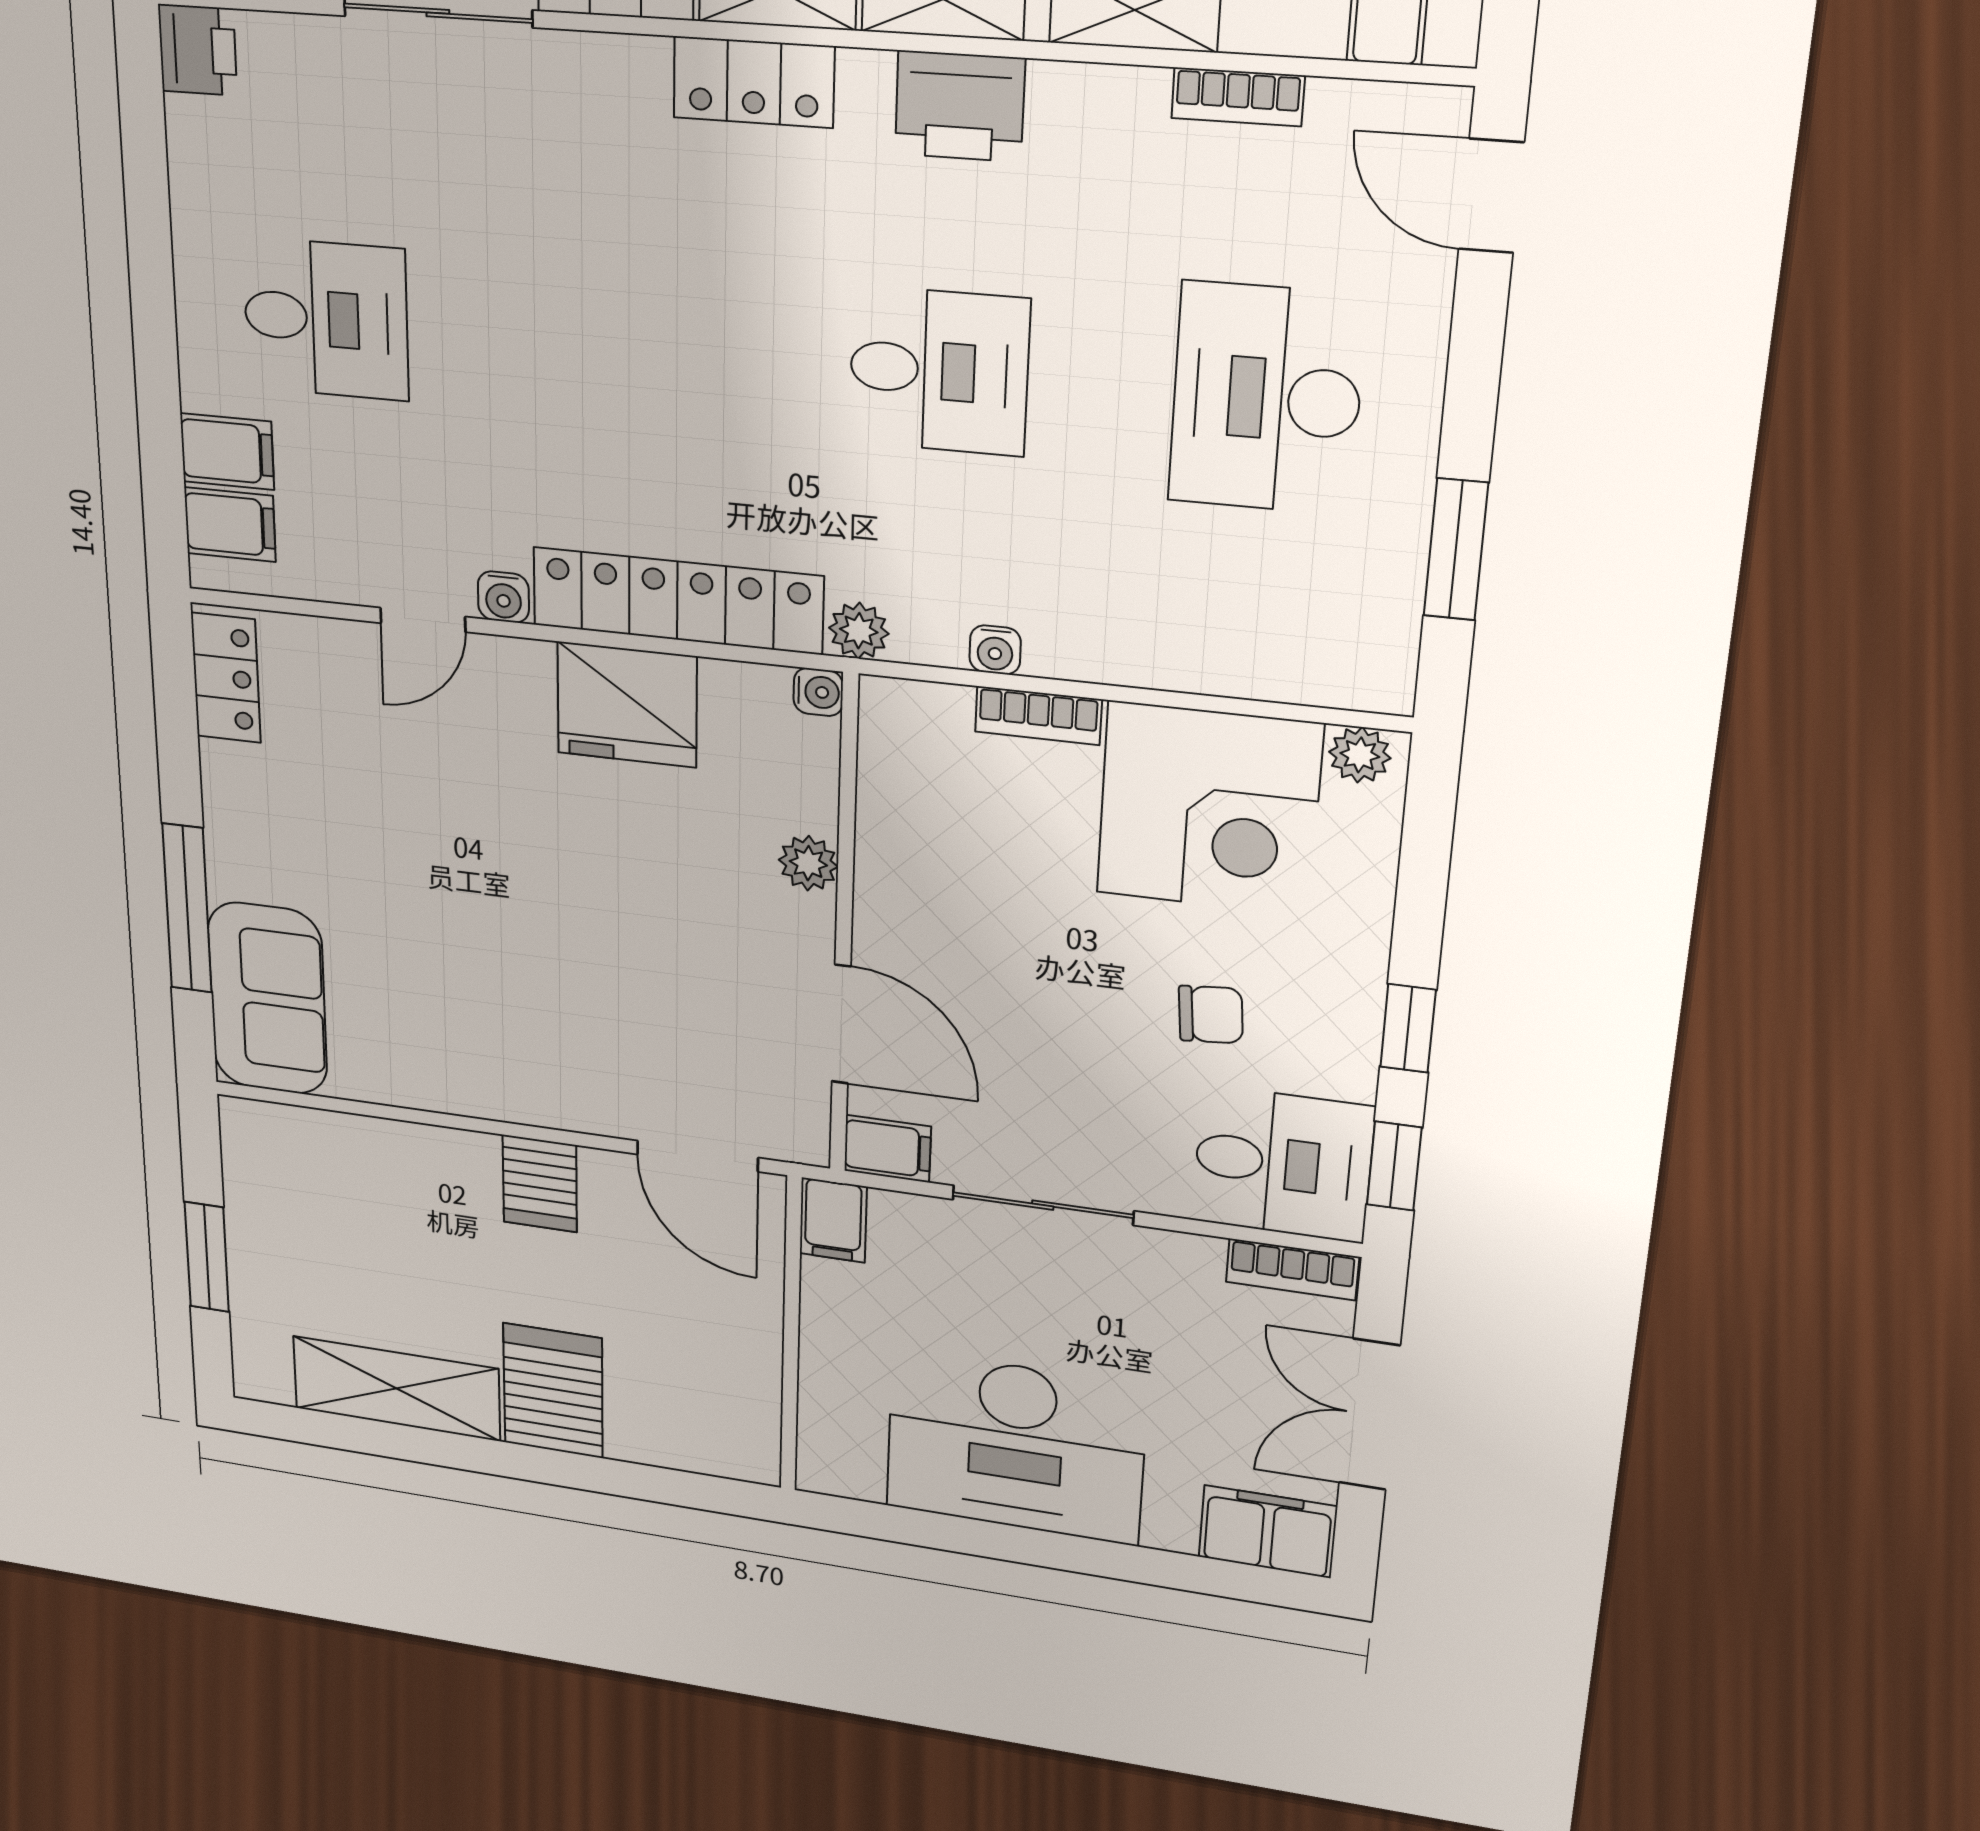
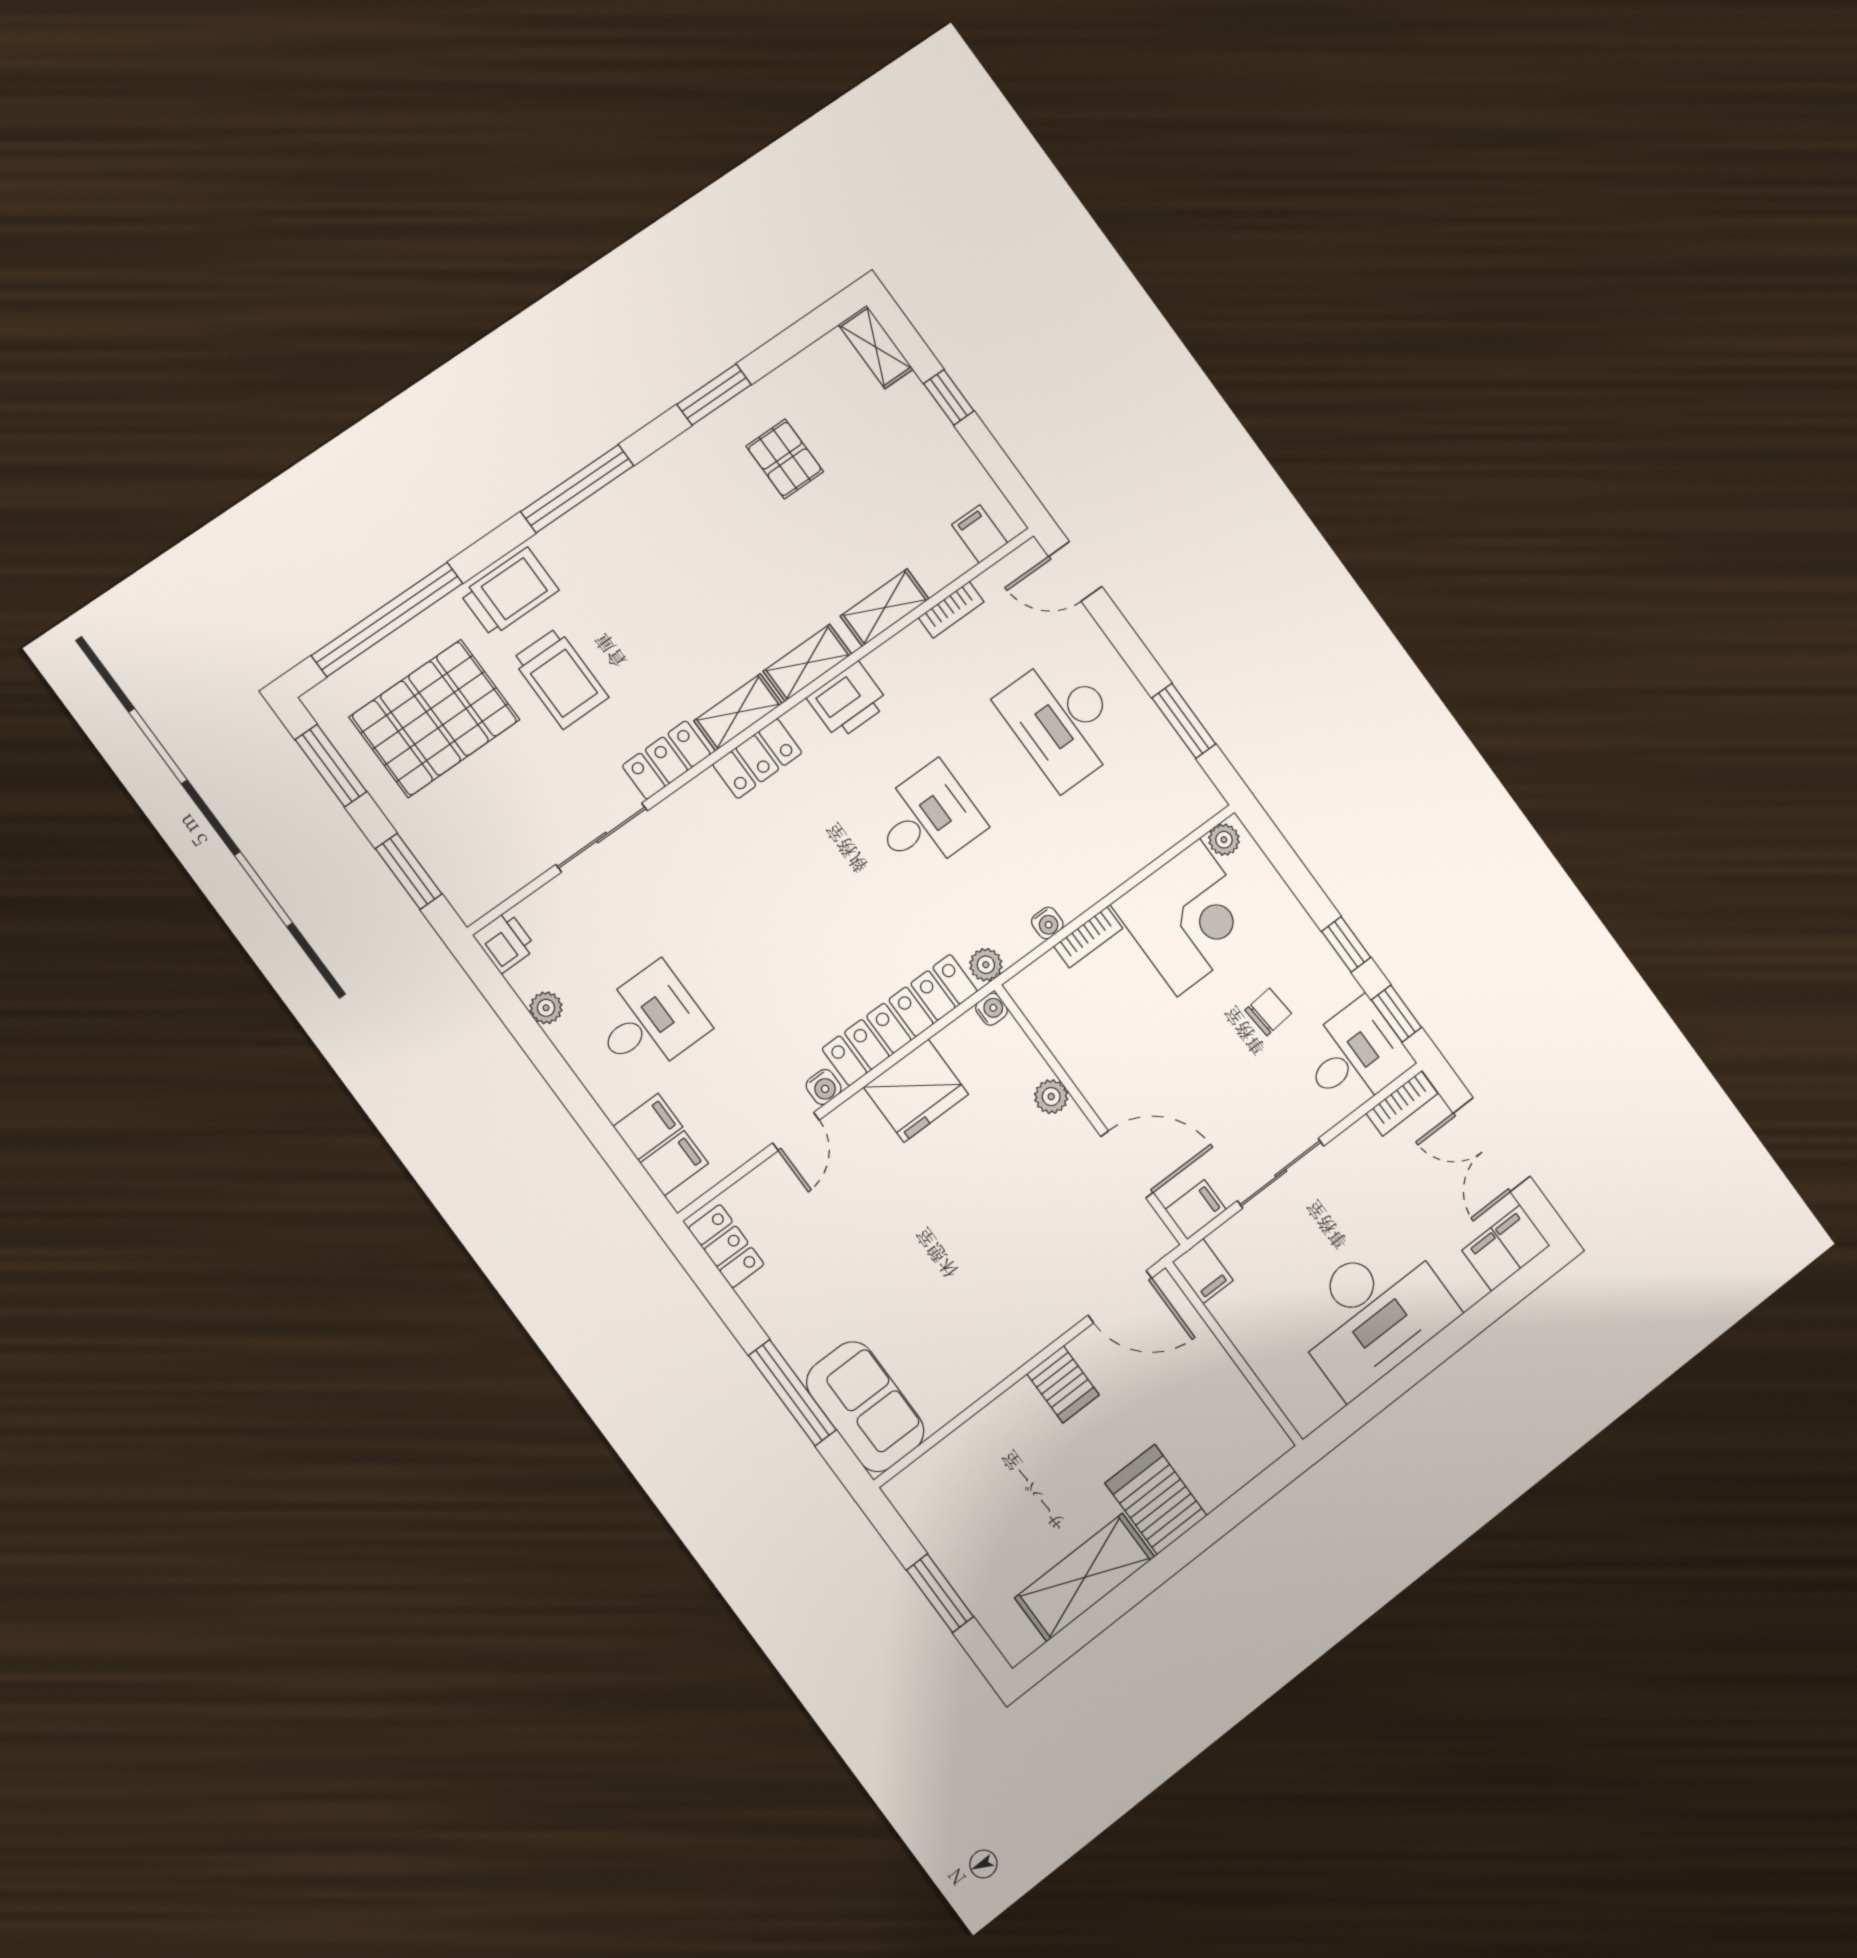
plant: (195, 186) -> (546, 1008), added

